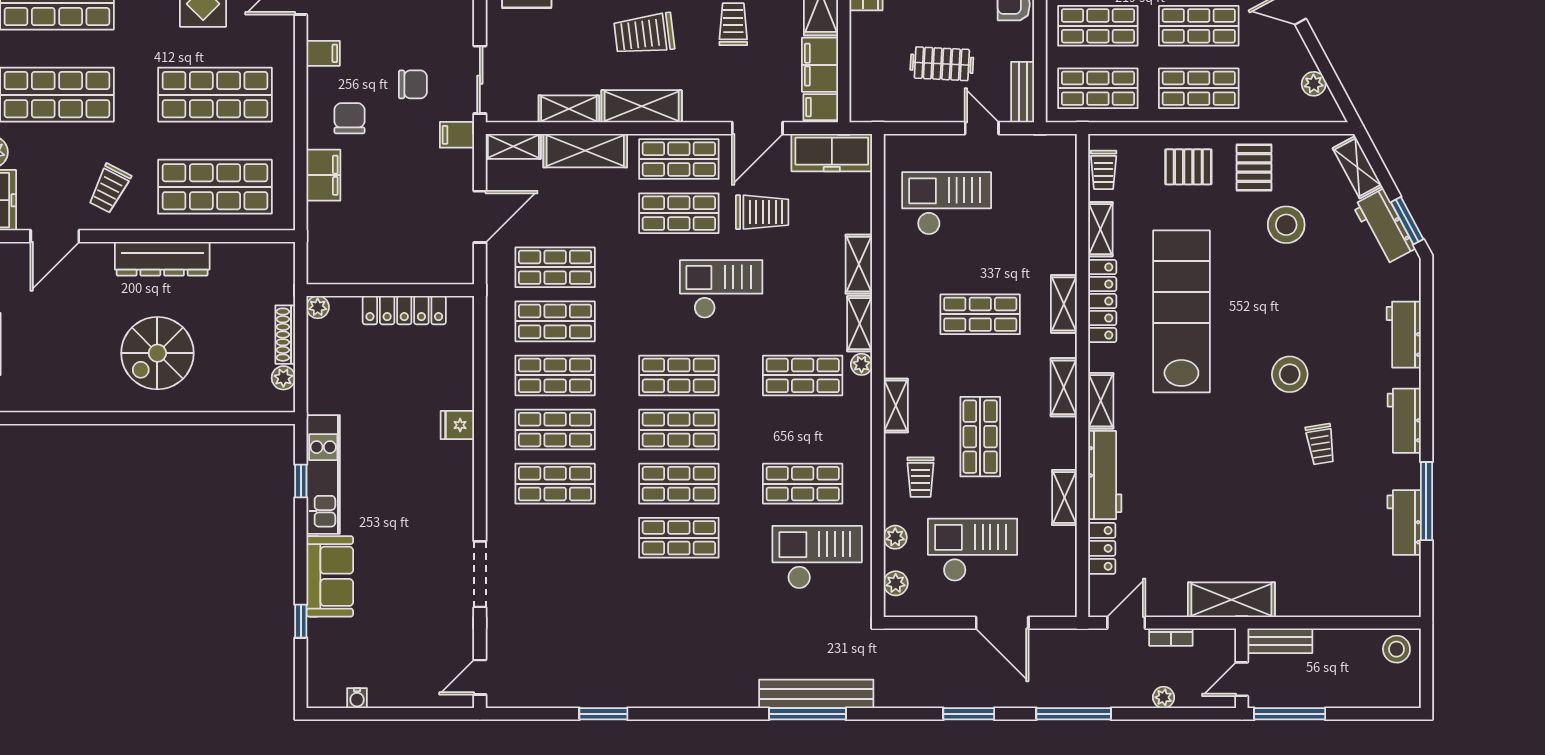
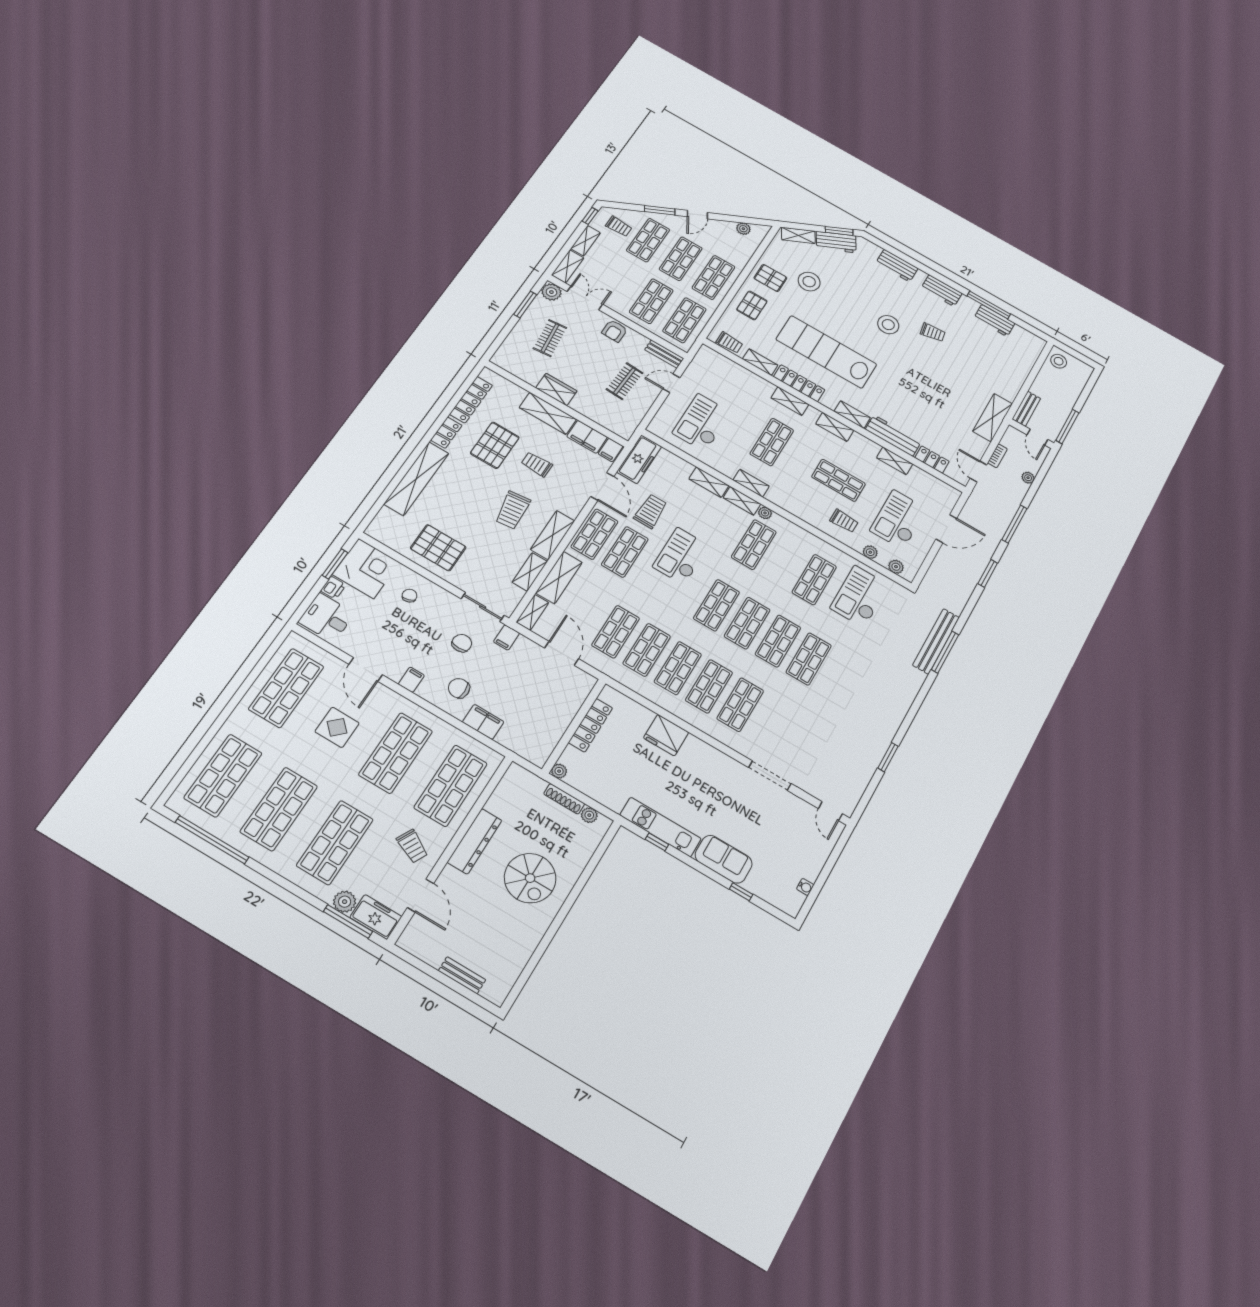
shelving: (896, 405) -> (751, 483), moved
fridge: (457, 425) -> (666, 735), width x1.88, depth x1.34

